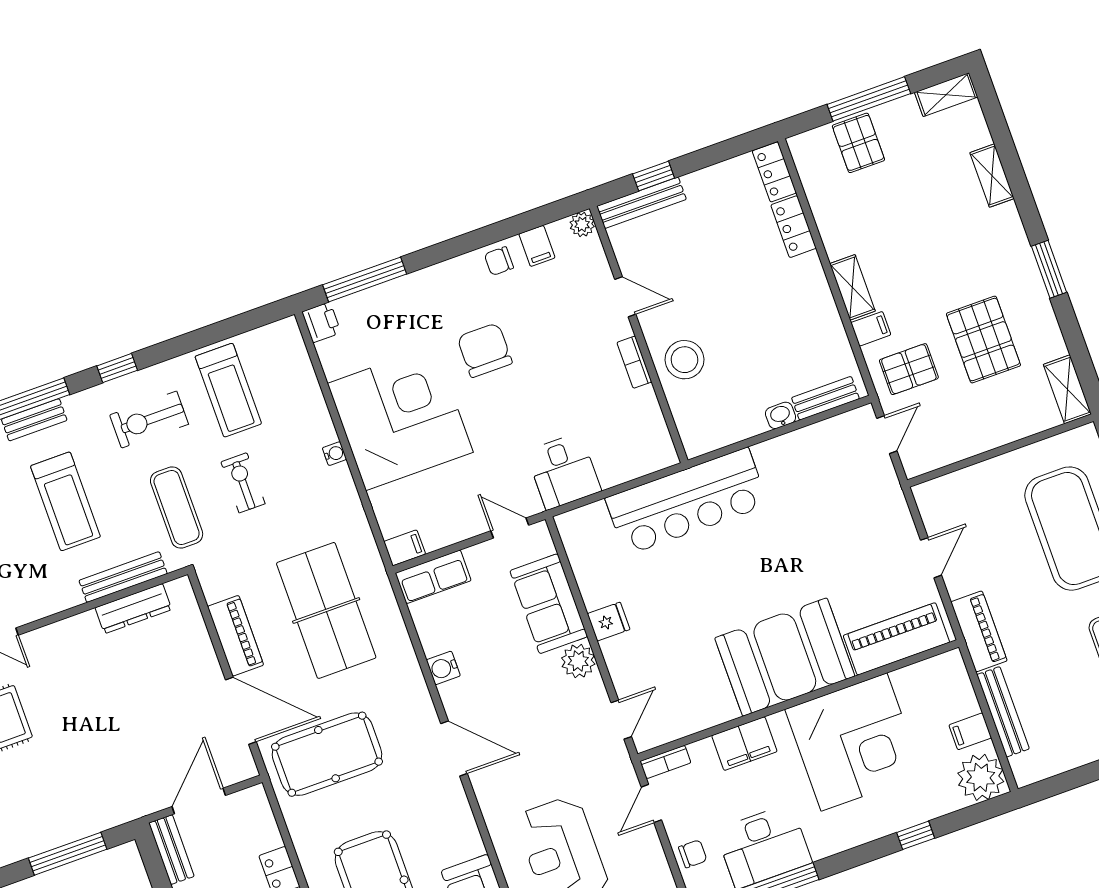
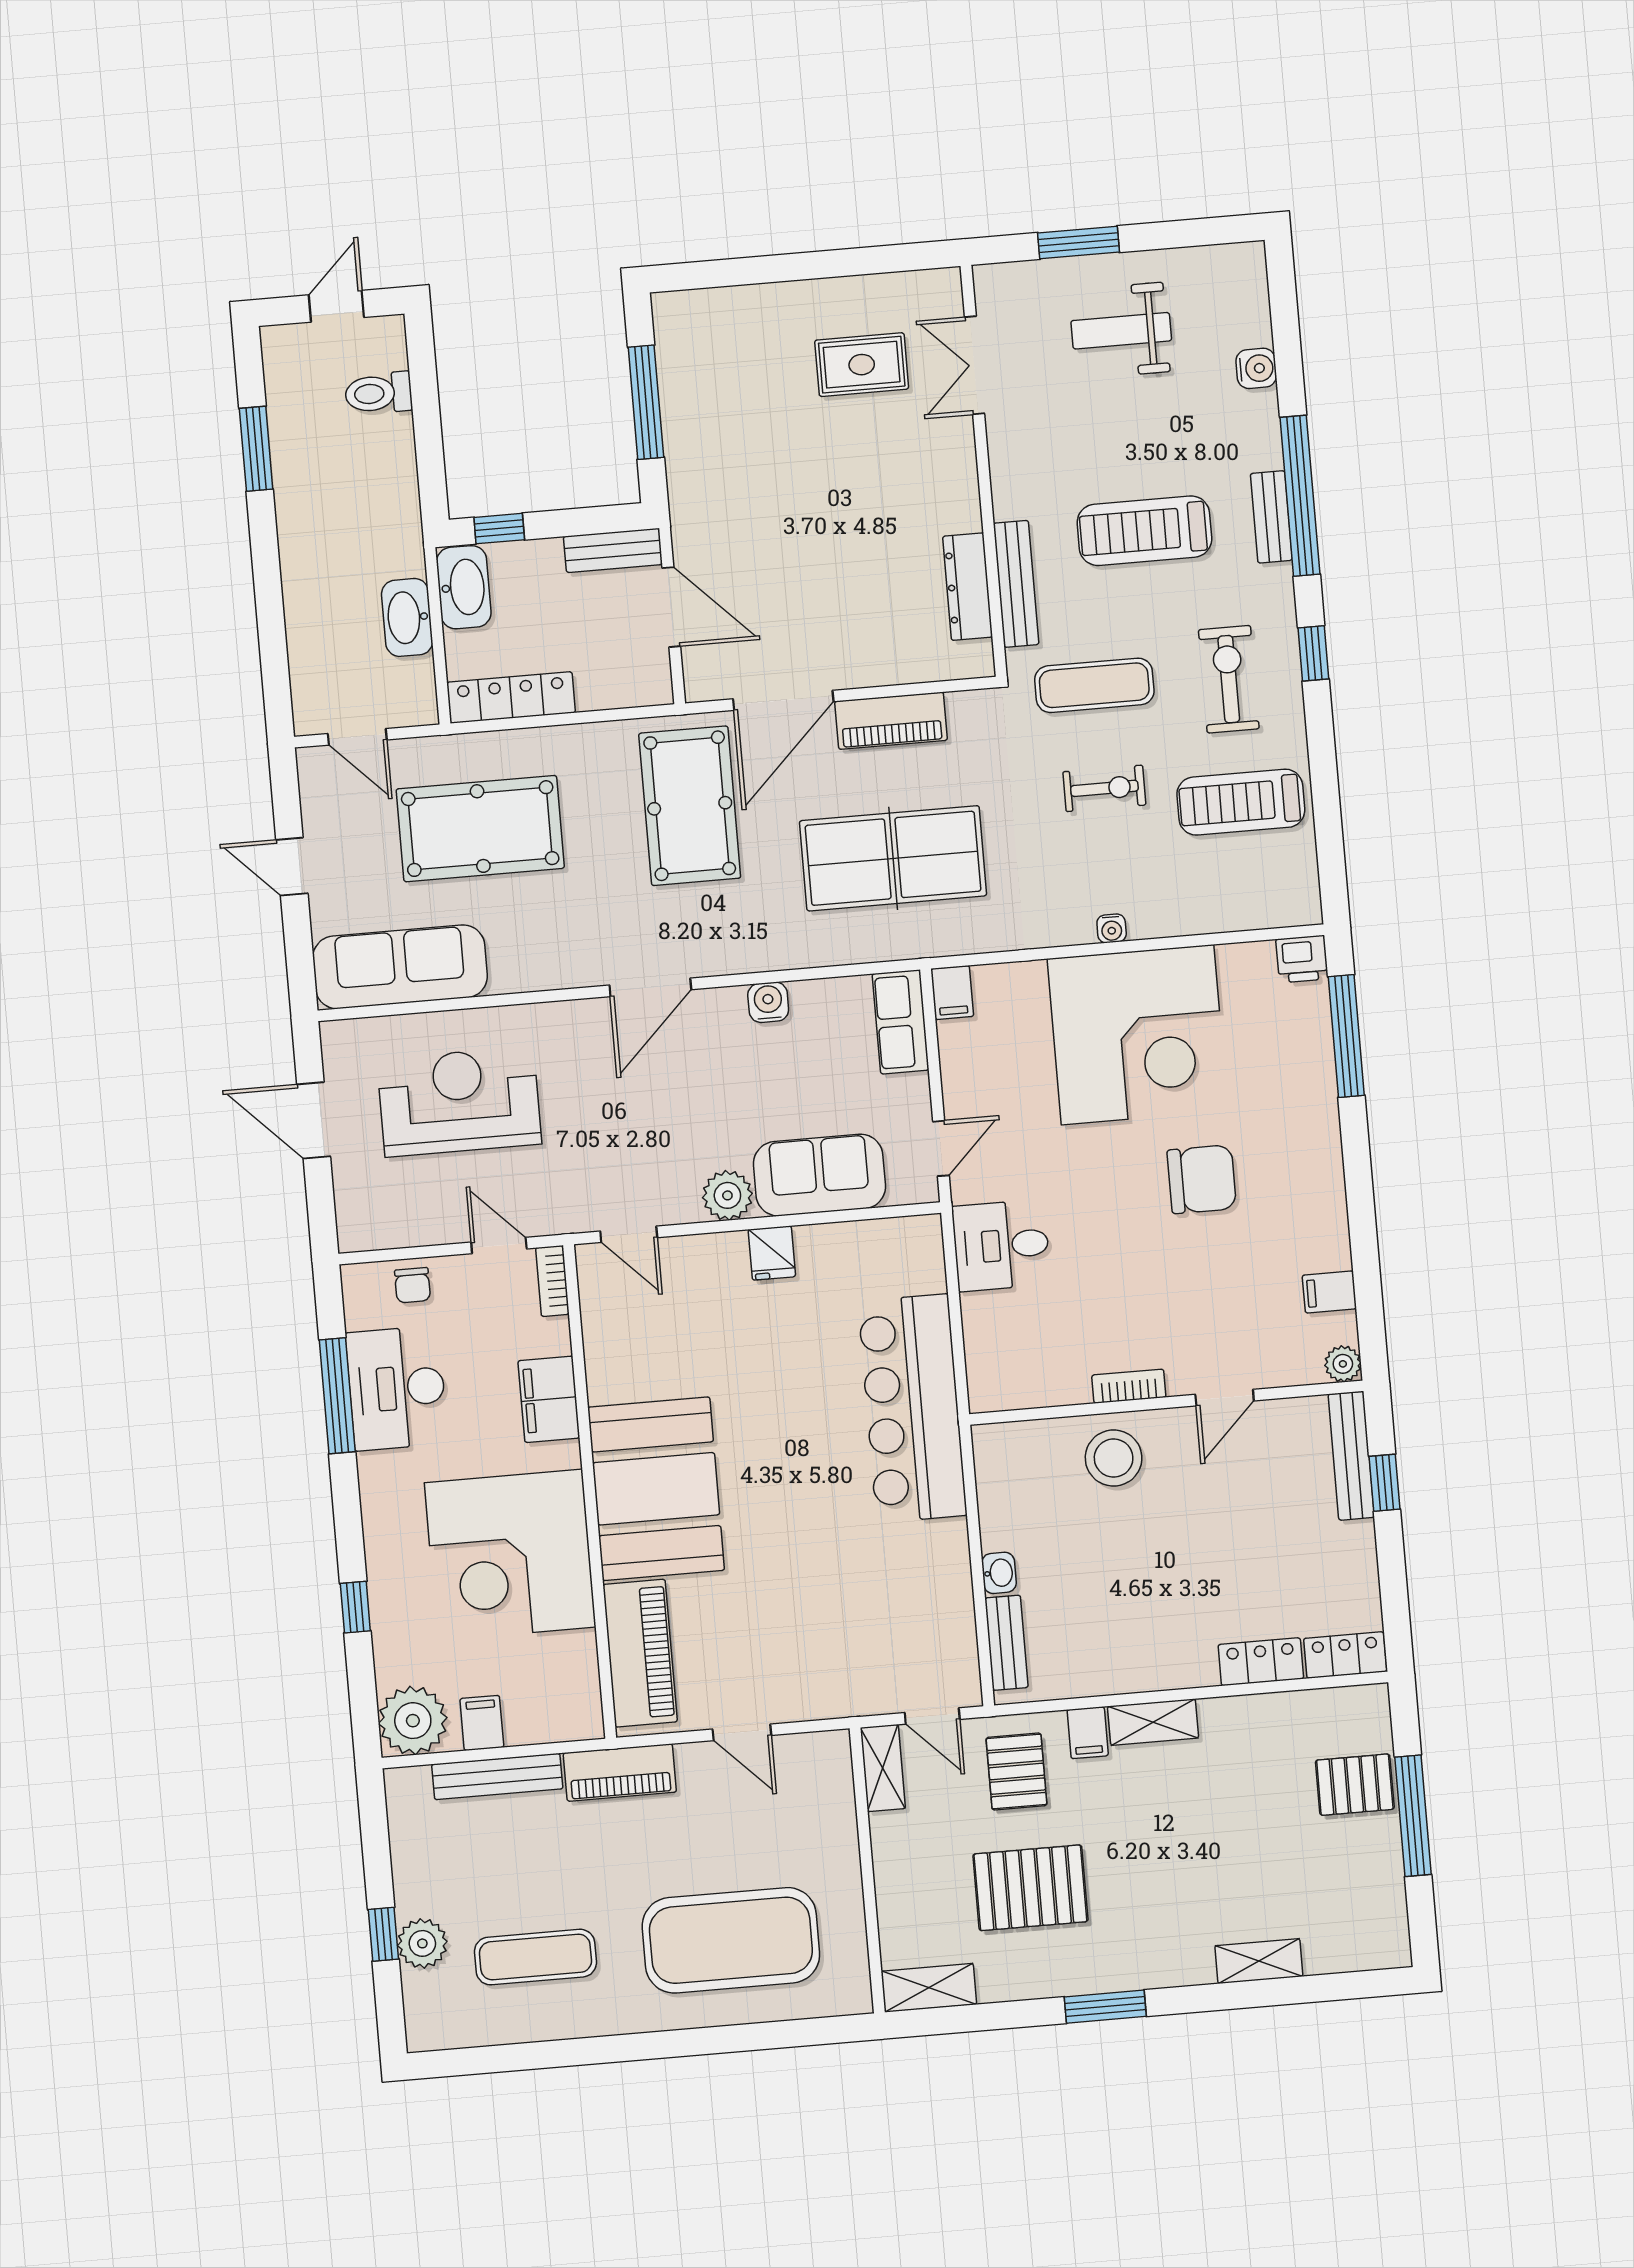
shelving: (946, 95) -> (883, 1768), moved
chair: (499, 261) -> (1322, 1233), removed

